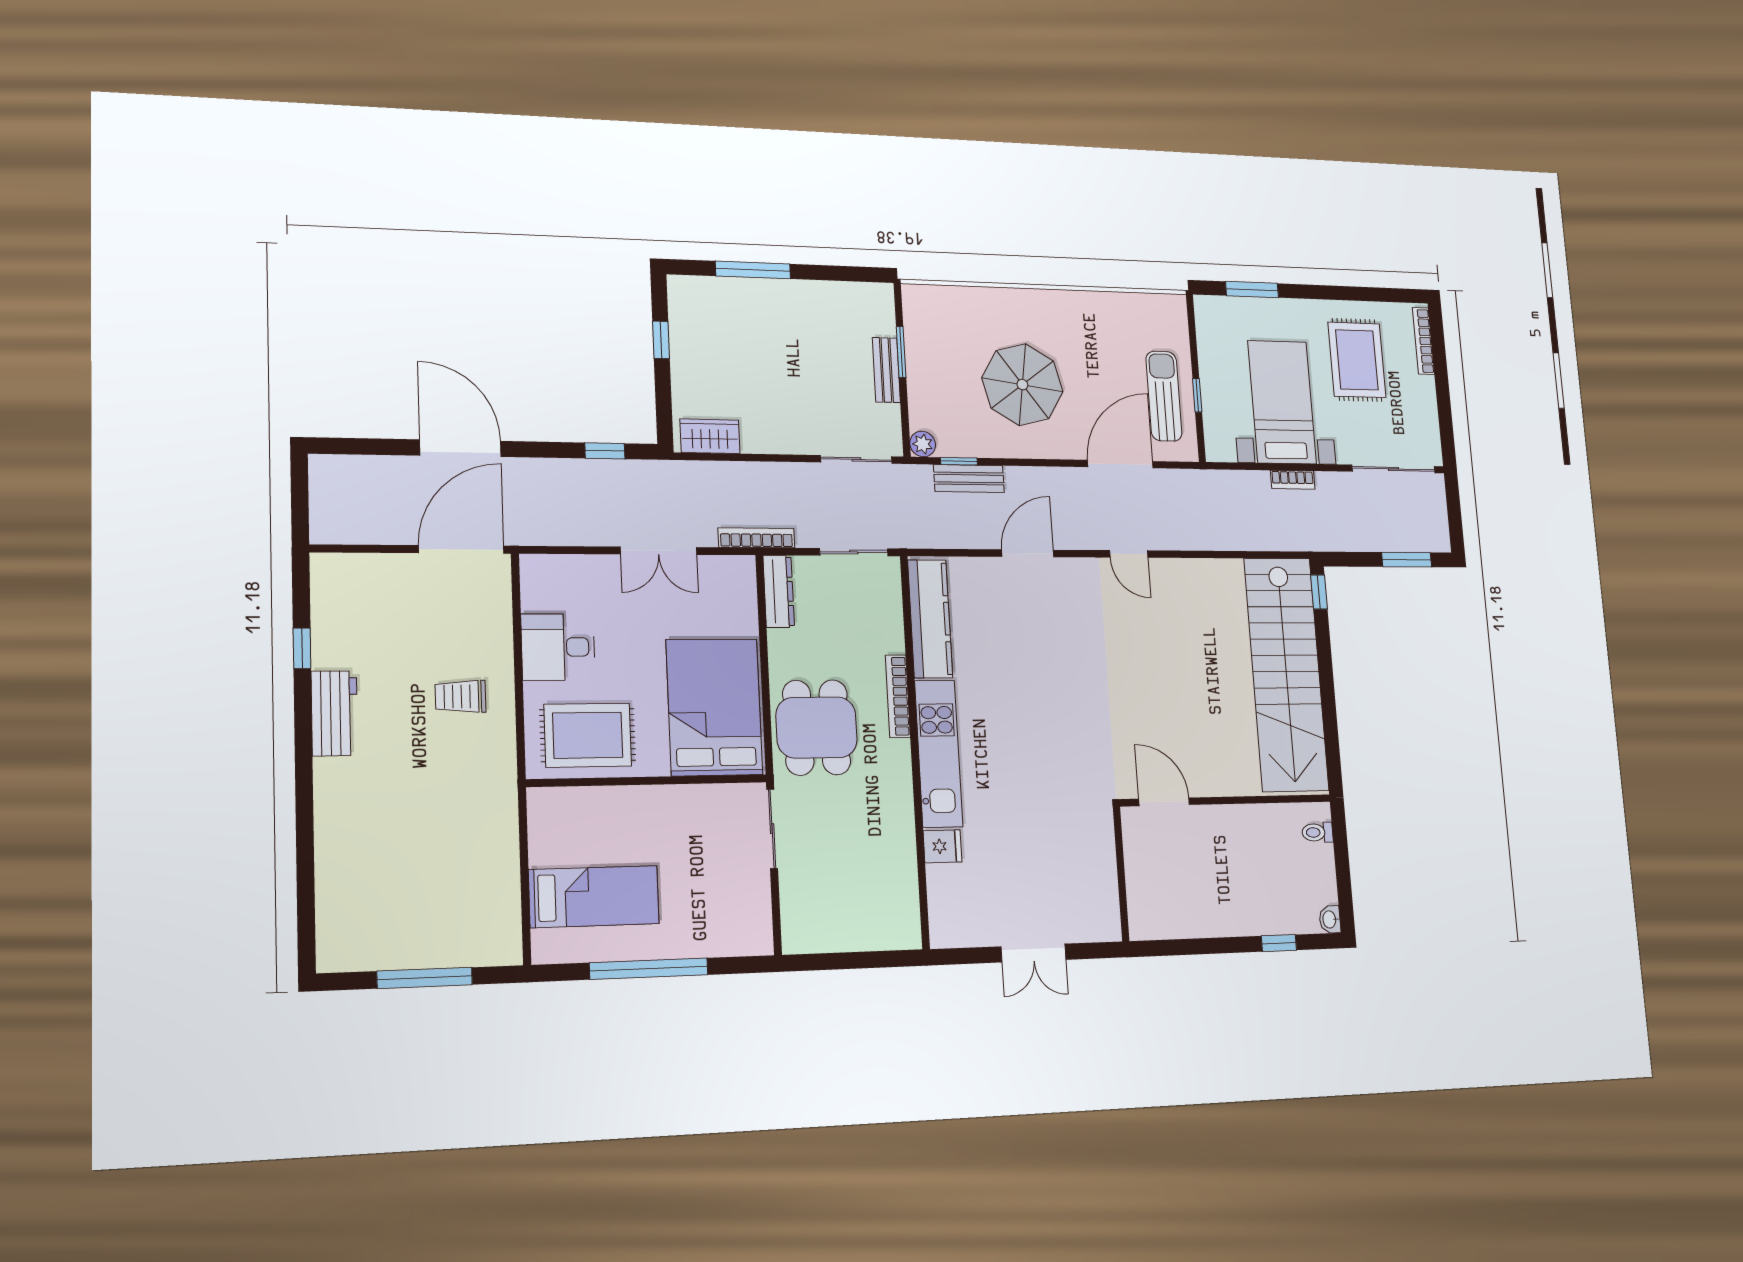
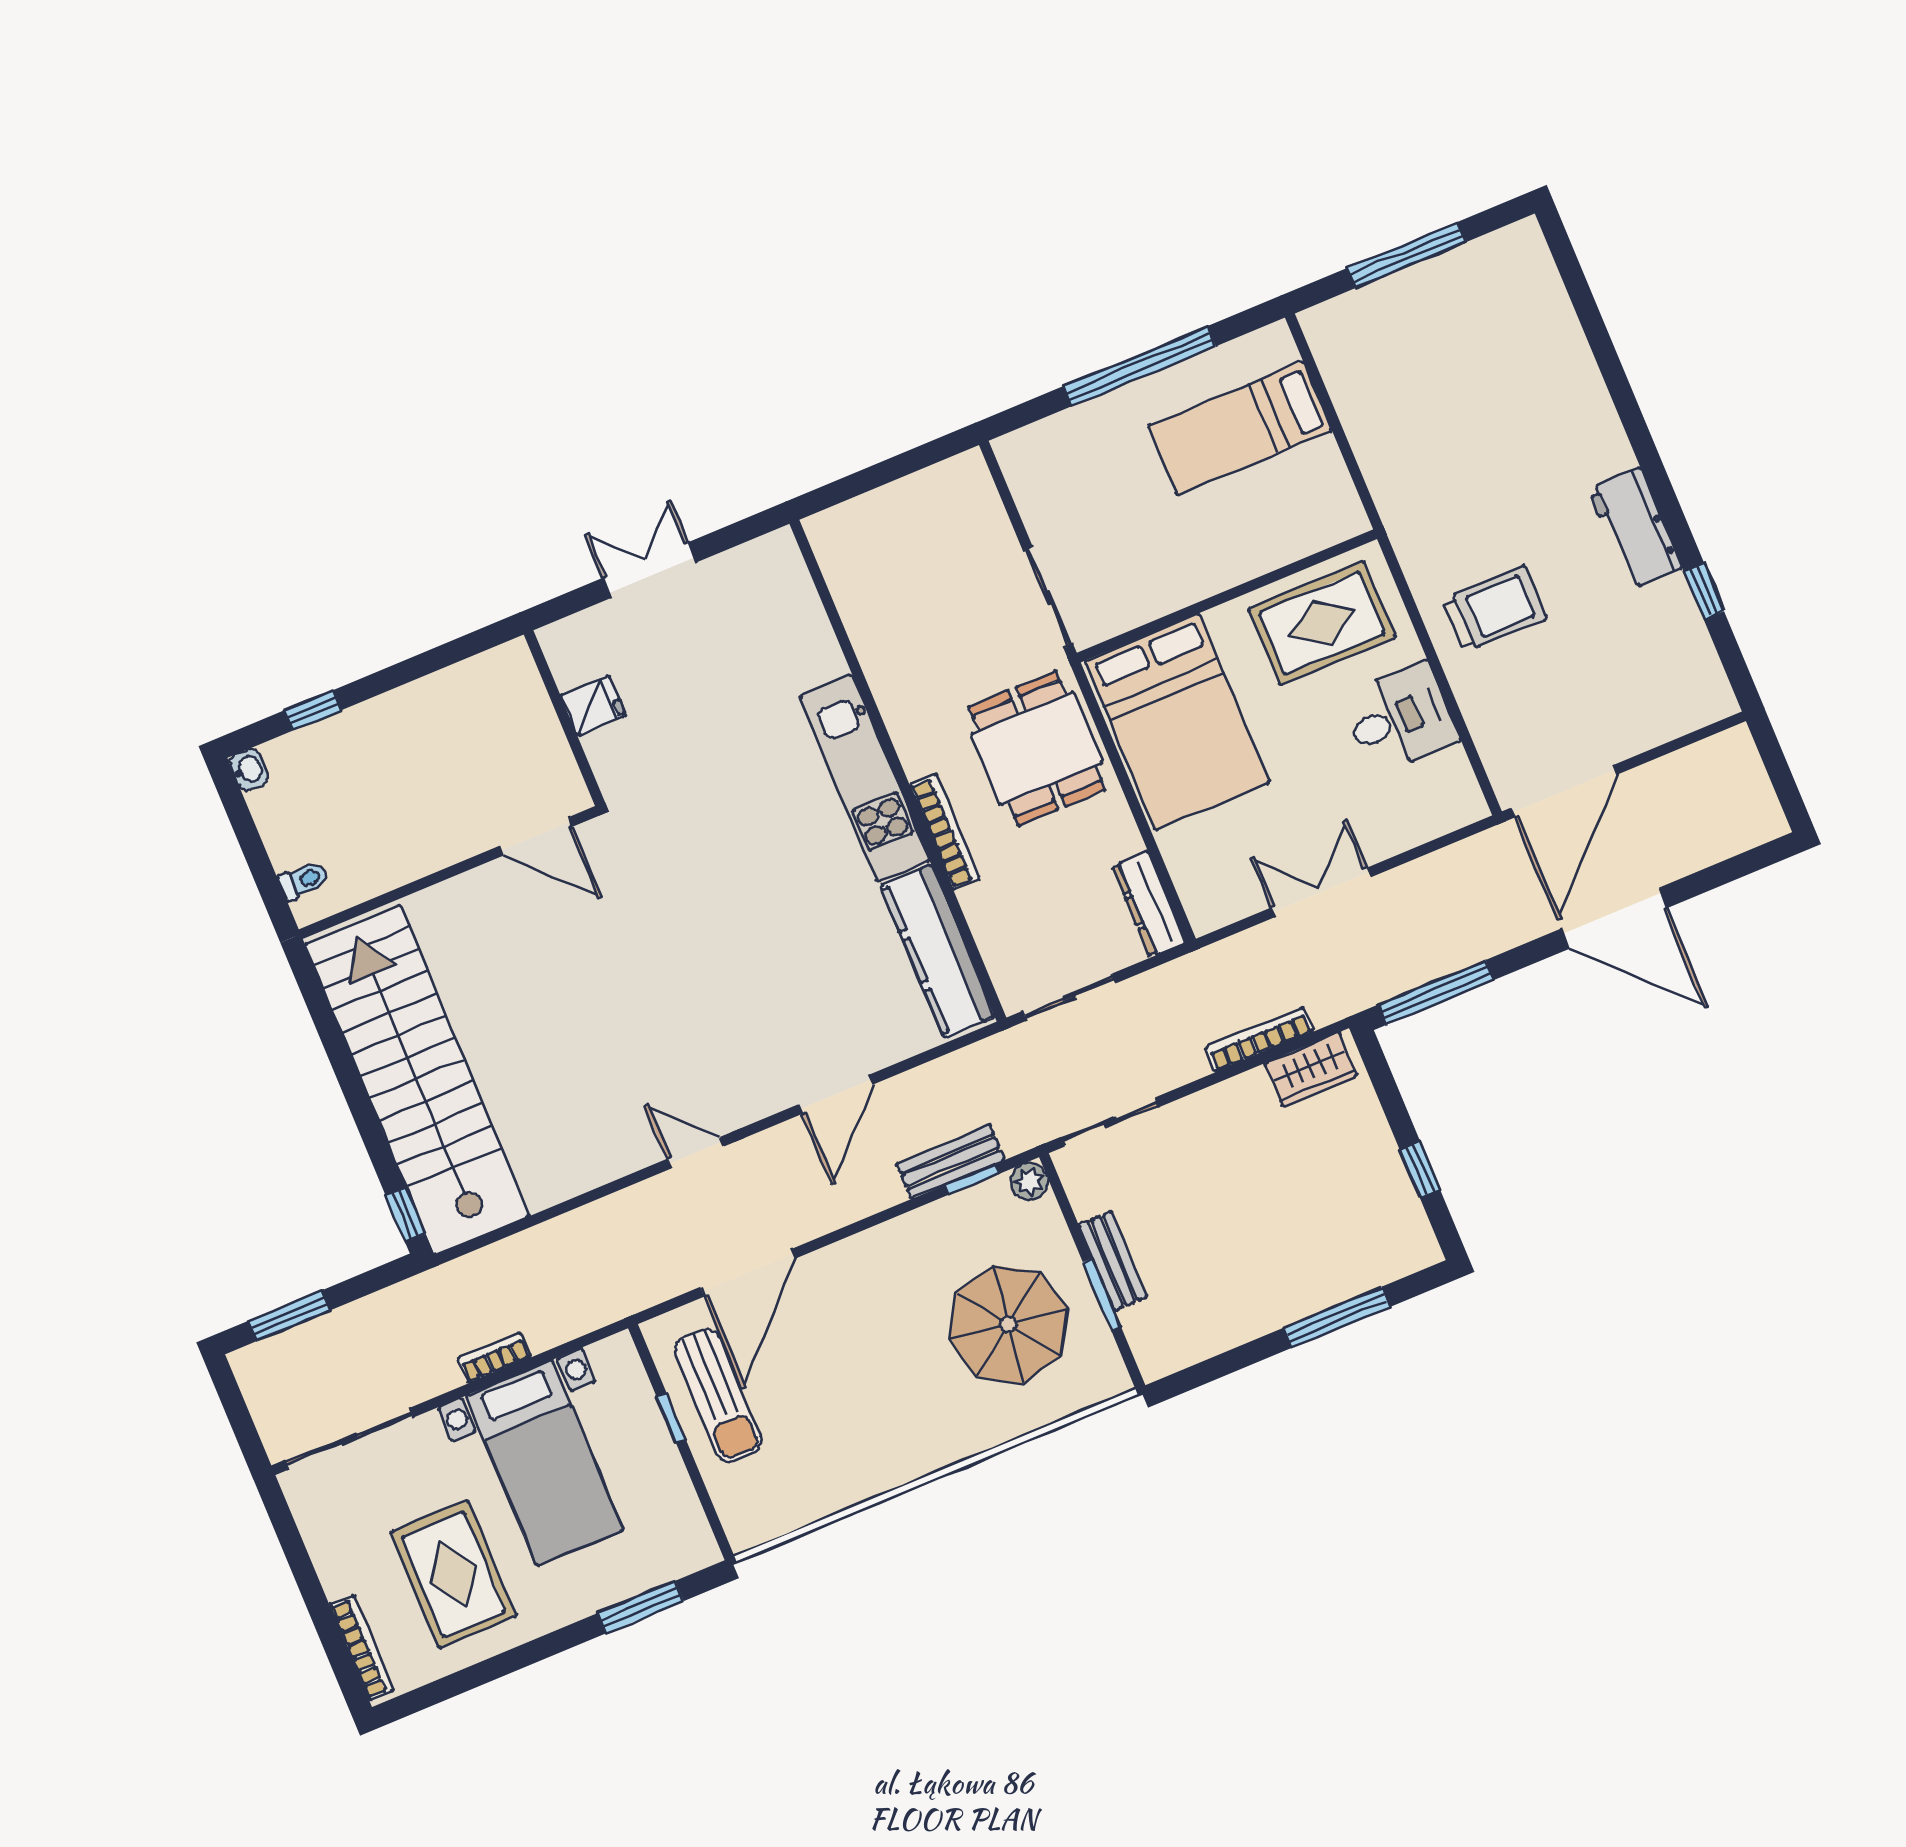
parasol: (1022, 385) -> (1008, 1324), moved
window: (605, 451) -> (1436, 992), width x2.17
bookcase: (756, 538) -> (1259, 1039), moved, turned 180
trolley: (460, 696) -> (1494, 609), width x1.36, depth x1.39
fridge: (943, 846) -> (593, 705), moved, turned 180

